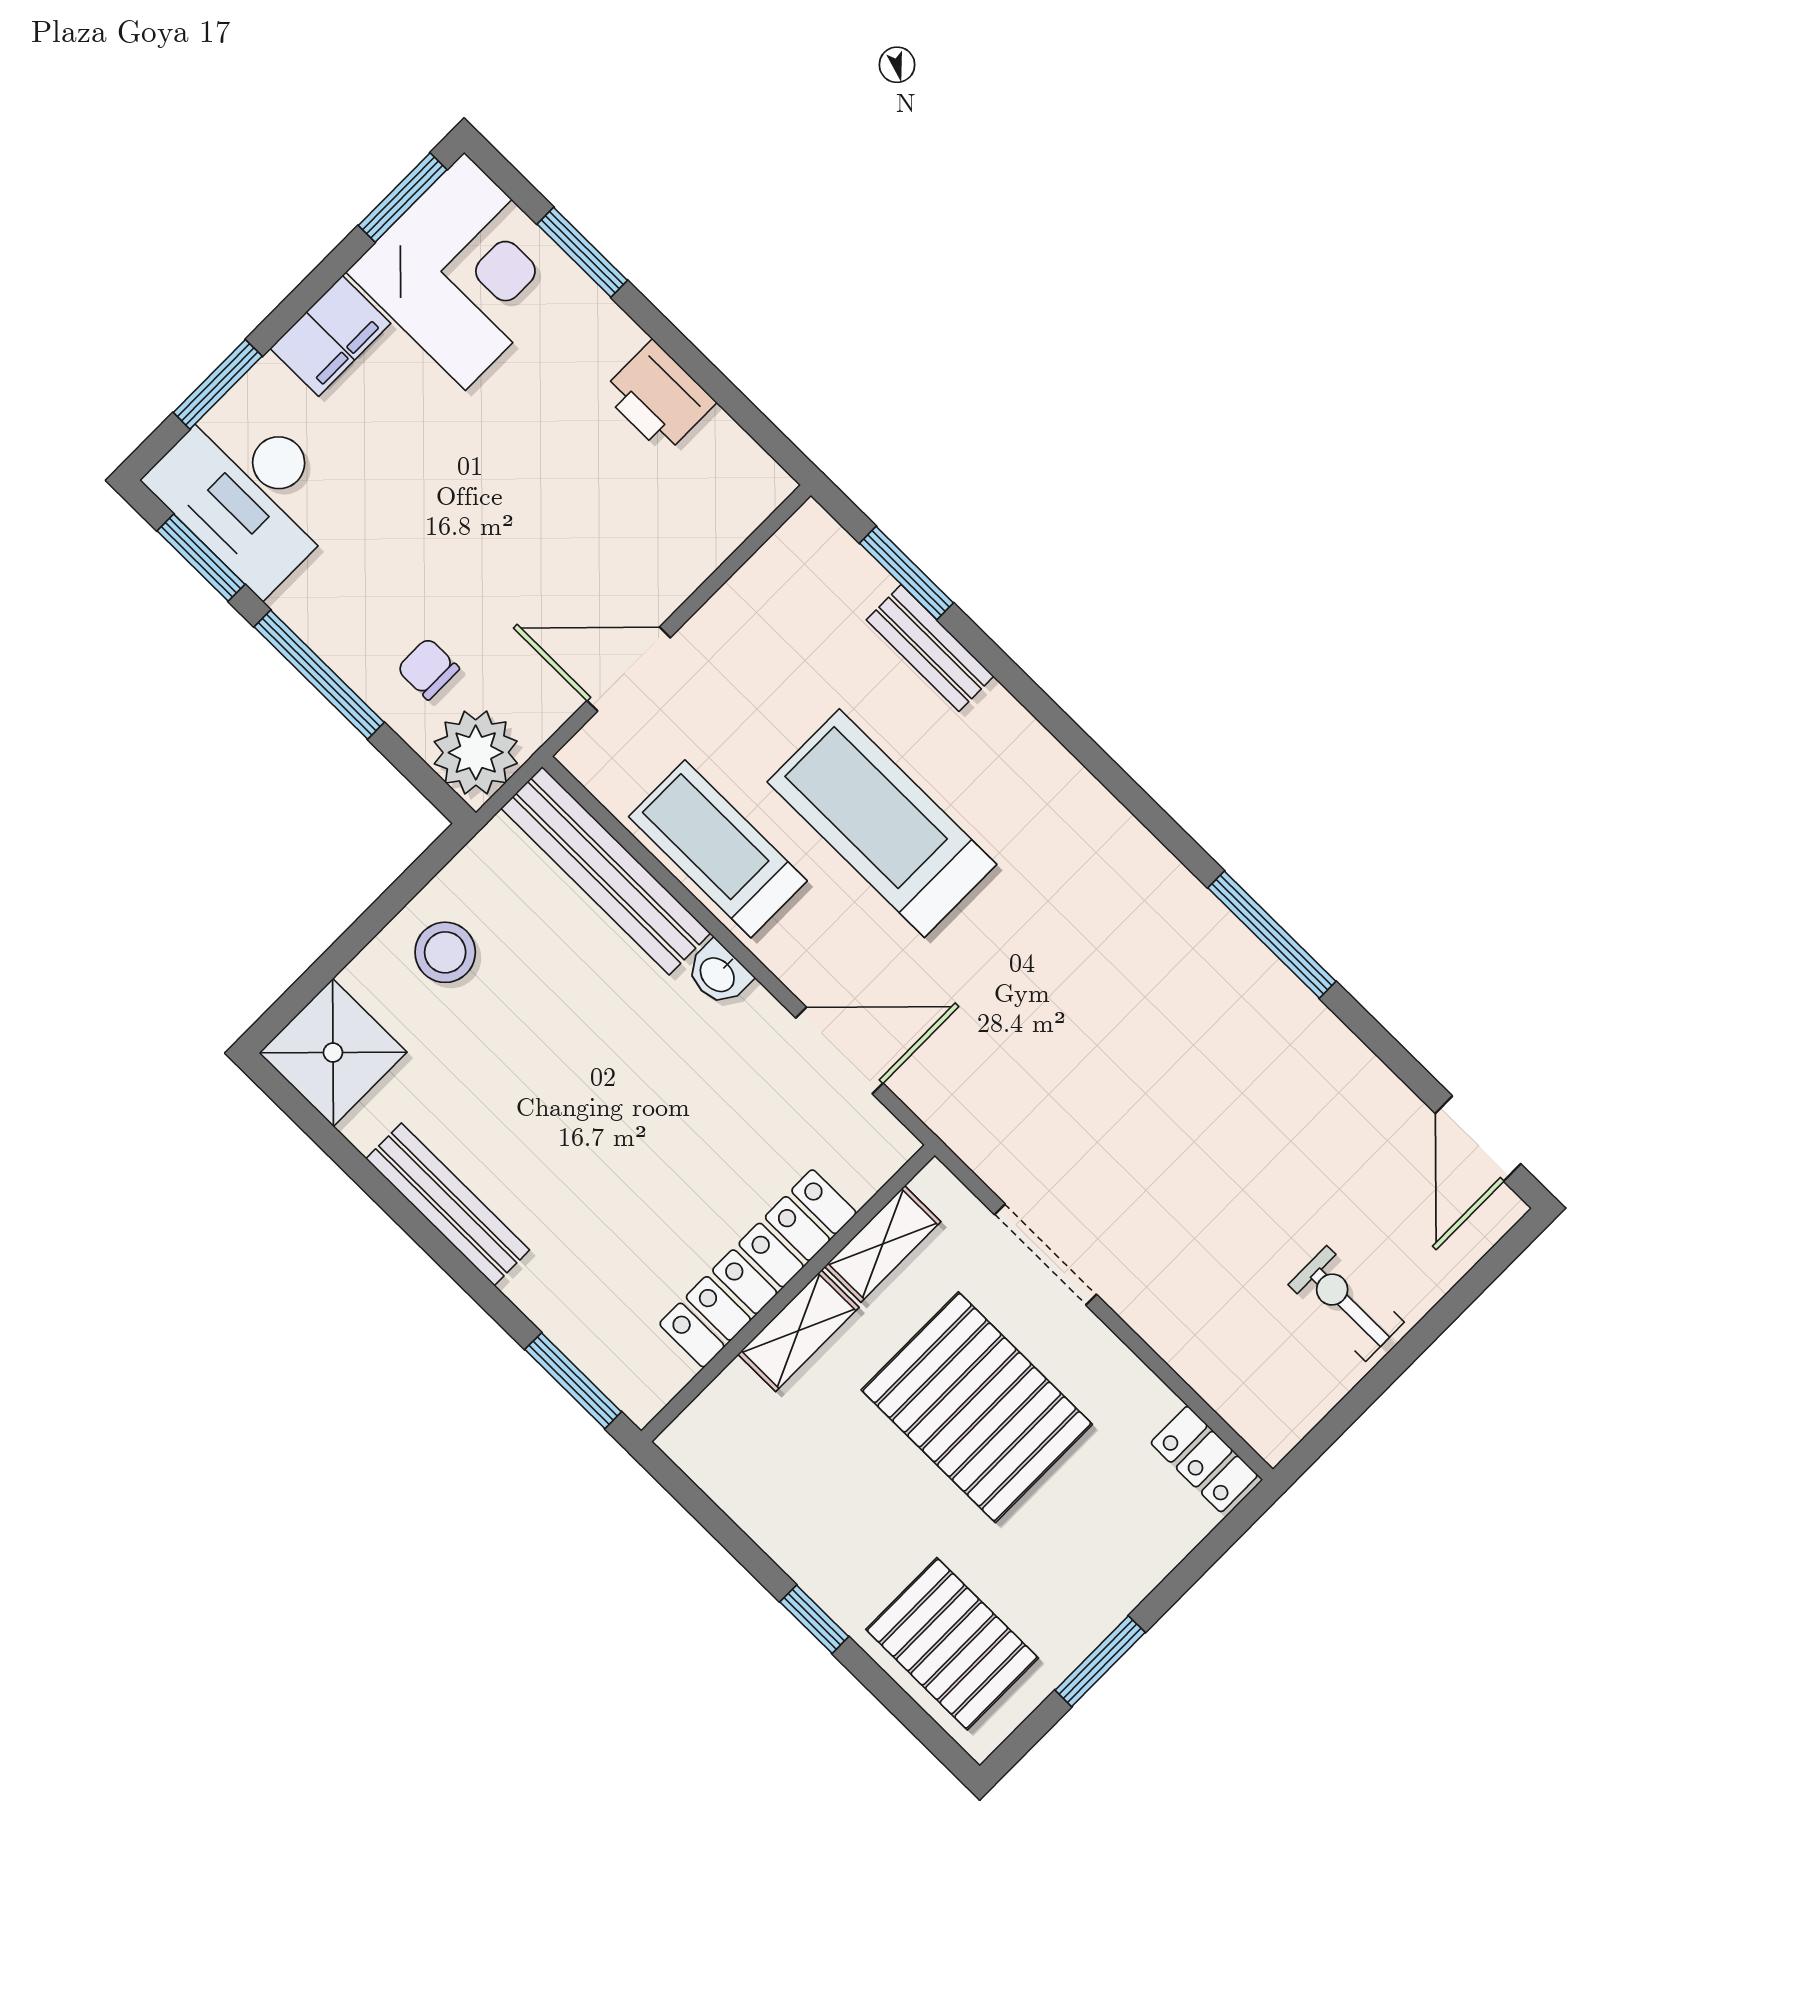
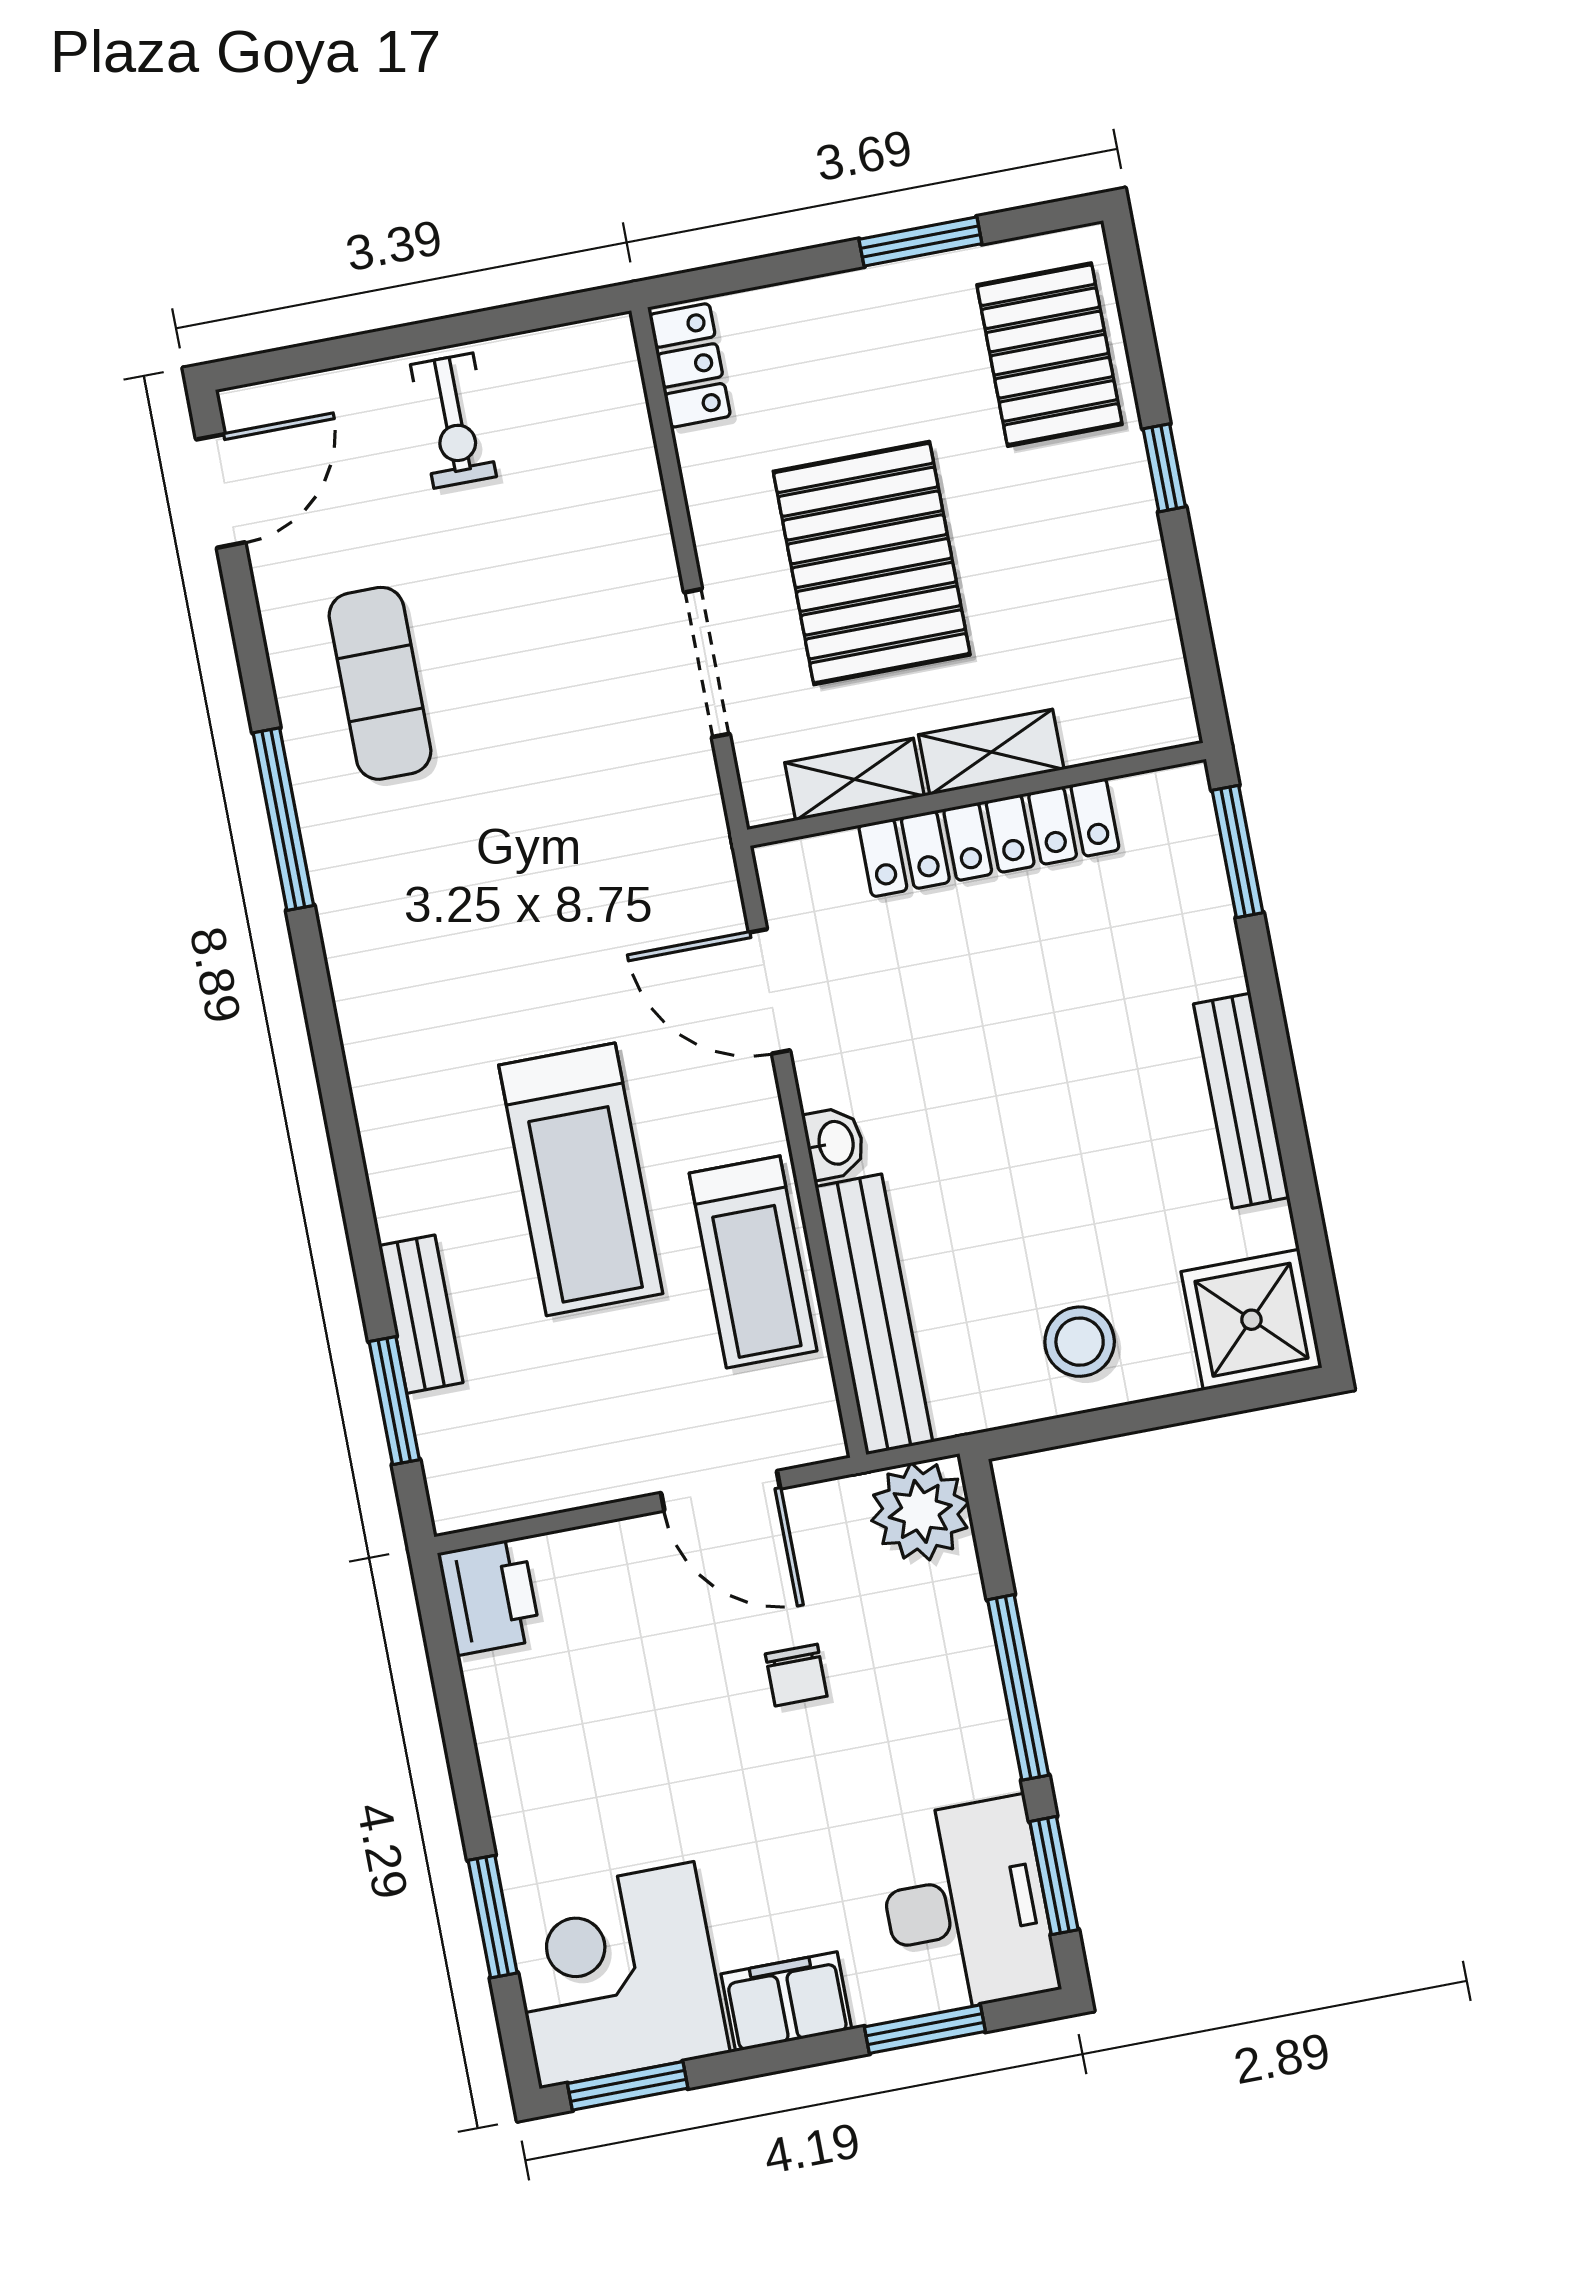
printer: (659, 397) -> (489, 1596), moved
chair: (428, 669) -> (796, 1675), moved
exercise mat: (1269, 1079) -> (380, 683), added

